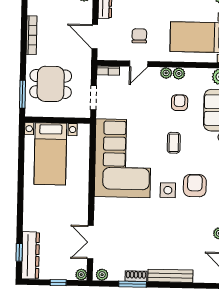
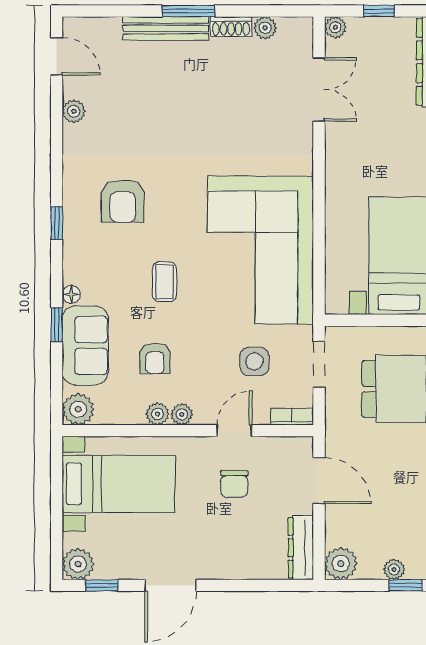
side table: (168, 190) -> (254, 361), moved
plant: (102, 275) -> (265, 28), moved
window: (133, 284) -> (188, 11), moved

